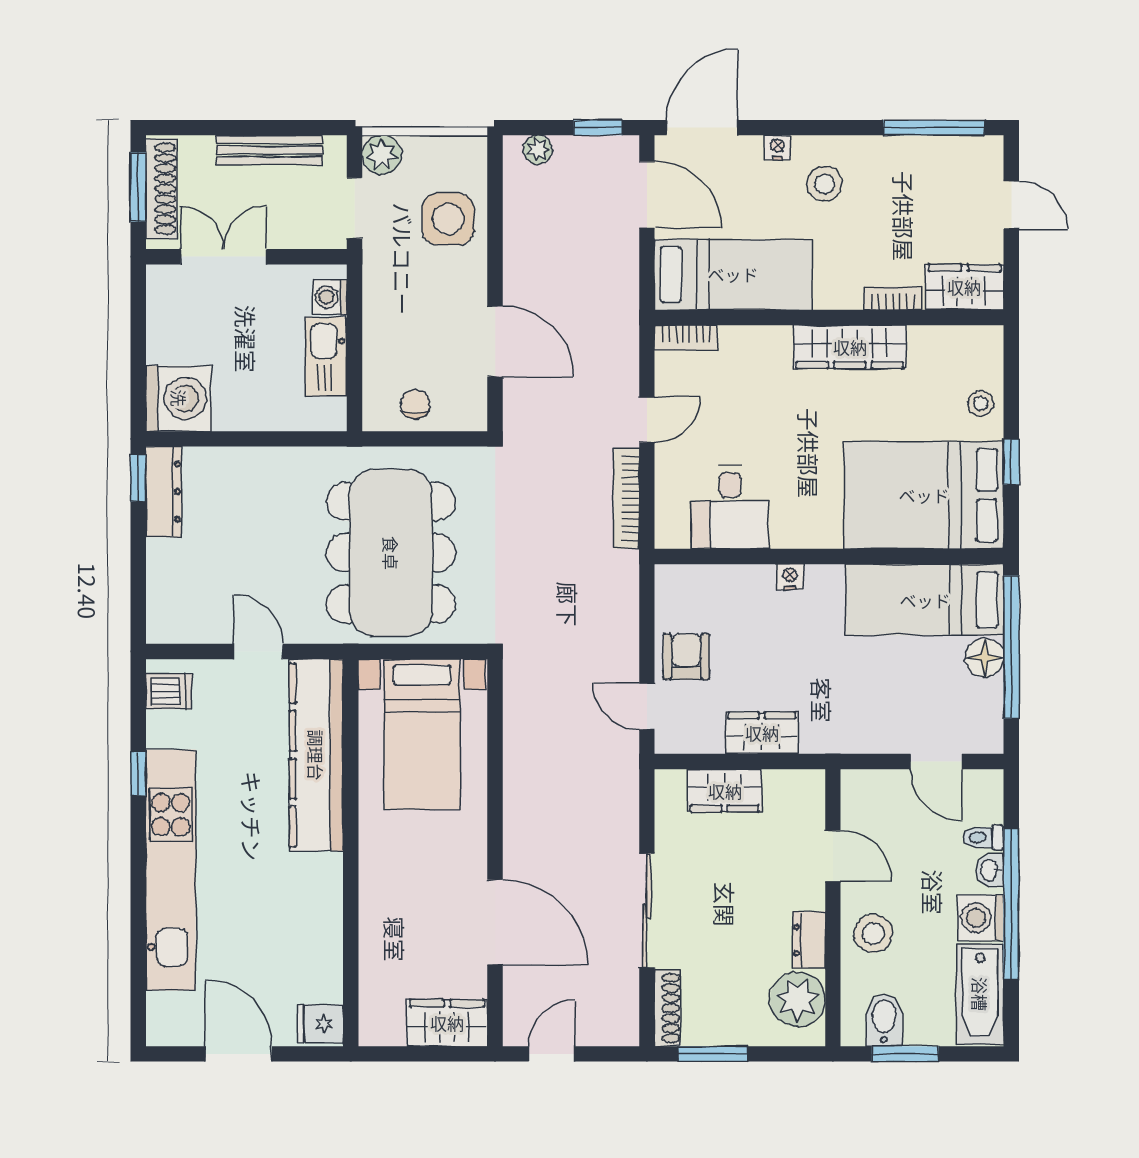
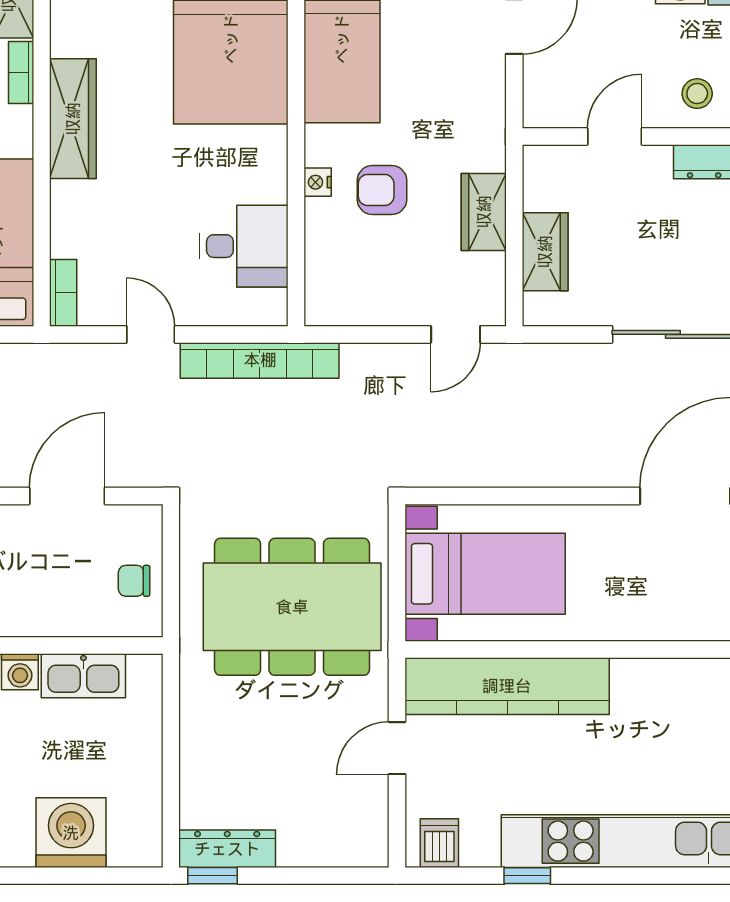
washing machine: (179, 398) -> (71, 833), moved
bookcase: (626, 498) -> (260, 360), width x1.48, depth x1.31
armchair: (686, 657) -> (382, 190), moved
stool: (873, 934) -> (697, 94), width x0.73, depth x0.73

